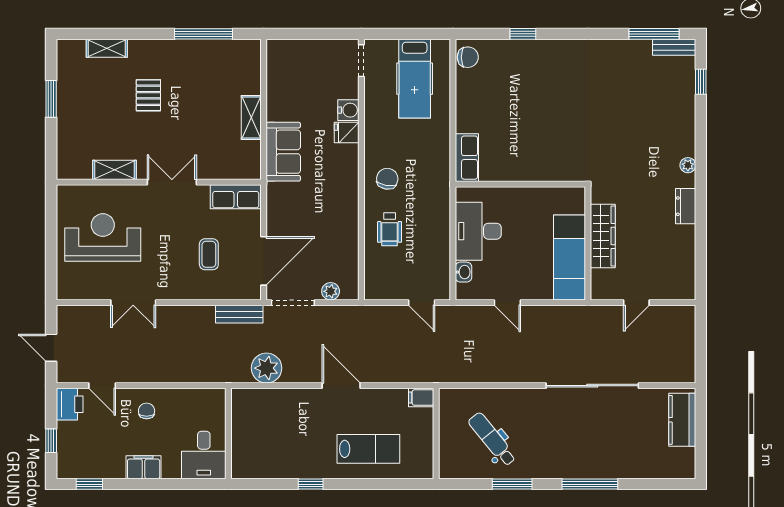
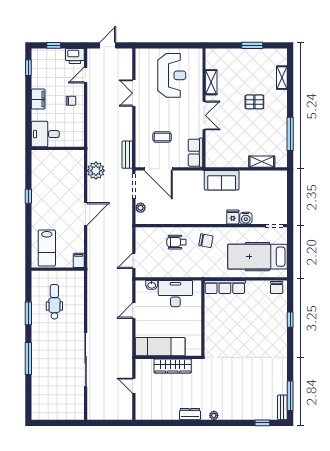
hospital bed: (415, 79) -> (257, 257), width x1.37, depth x1.29
shelving: (251, 117) -> (262, 162), moved
row of seats: (467, 158) -> (225, 287), width x1.48
kitchen counter: (682, 420) -> (66, 412), removed
dental chair: (492, 439) -> (54, 302), turned -51
lab bench: (368, 449) -> (47, 248), moved

